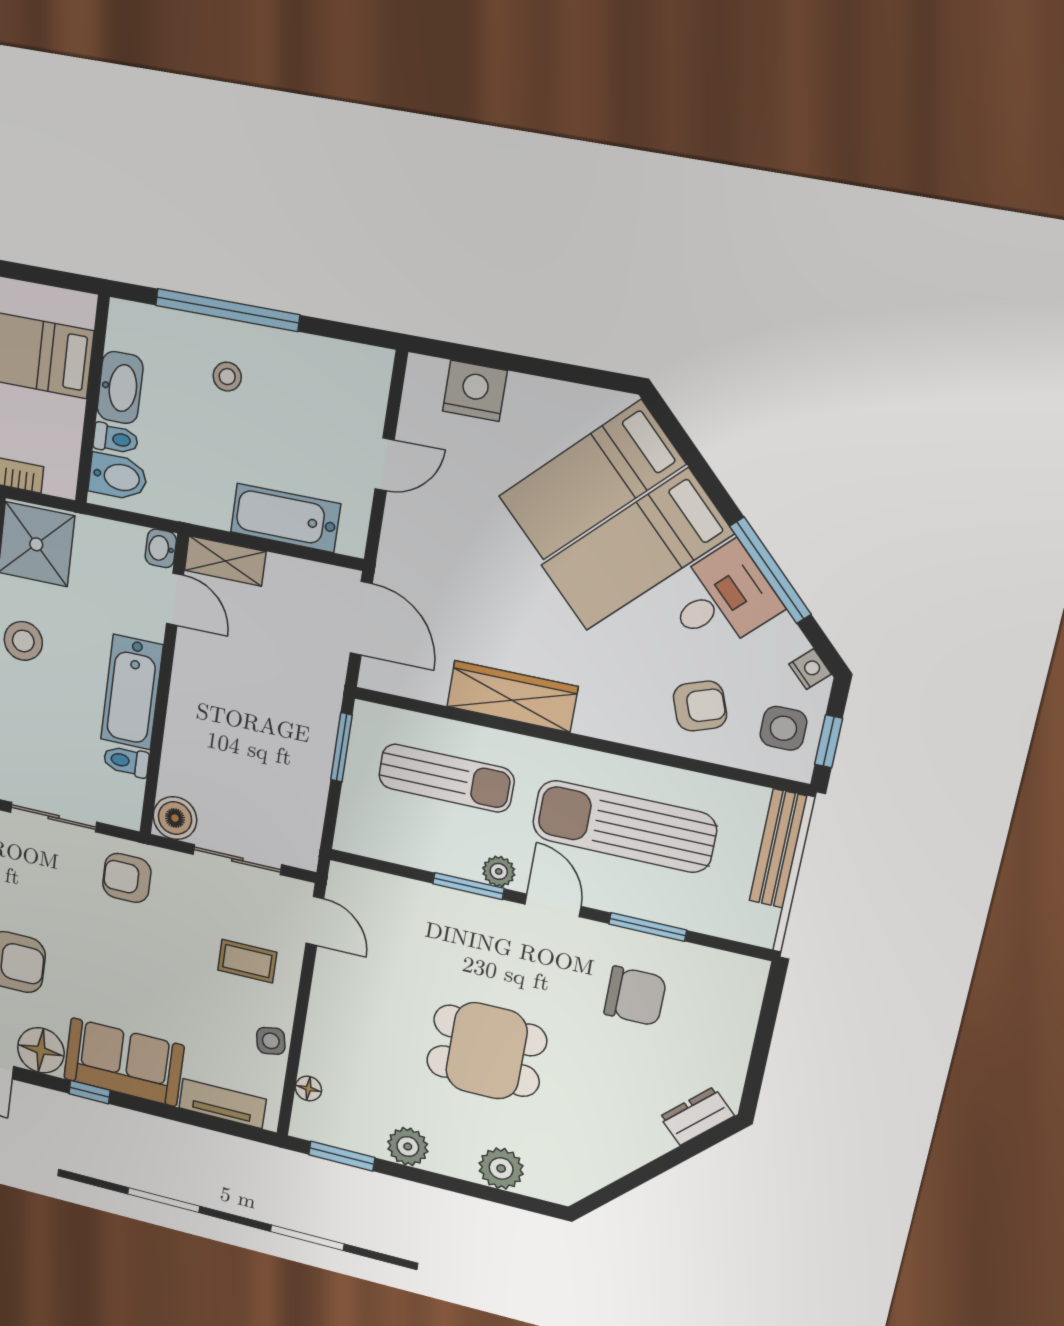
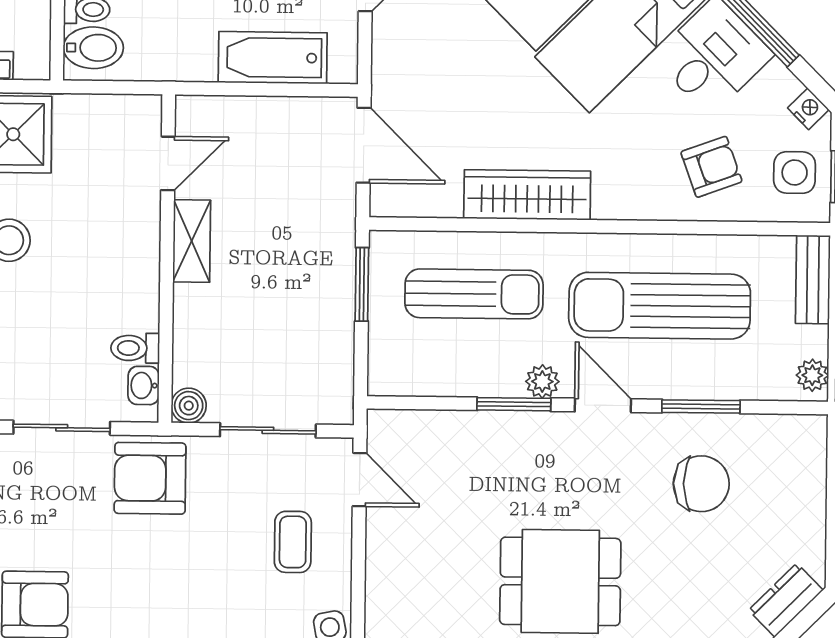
washbasin: (161, 548) -> (144, 385), moved
shelving: (225, 561) -> (192, 241), moved, turned 90
door: (175, 599) -> (168, 163), hinge flipped
bathtub: (132, 692) -> (133, 272), removed
boiler: (175, 818) -> (189, 406), width x0.73, depth x0.73
bench: (778, 849) -> (813, 279), width x0.73
armchair: (127, 878) -> (150, 478), width x1.38, depth x1.38
plant: (763, 922) -> (812, 375), added
coffee table: (247, 961) -> (293, 542), turned 90

